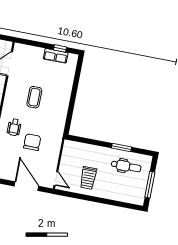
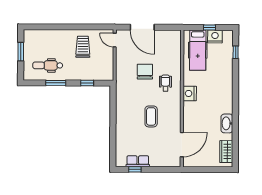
chair: (32, 142) -> (145, 72), turned 180
window: (91, 142) -> (87, 83), added
window: (150, 185) -> (21, 52), width x0.69

